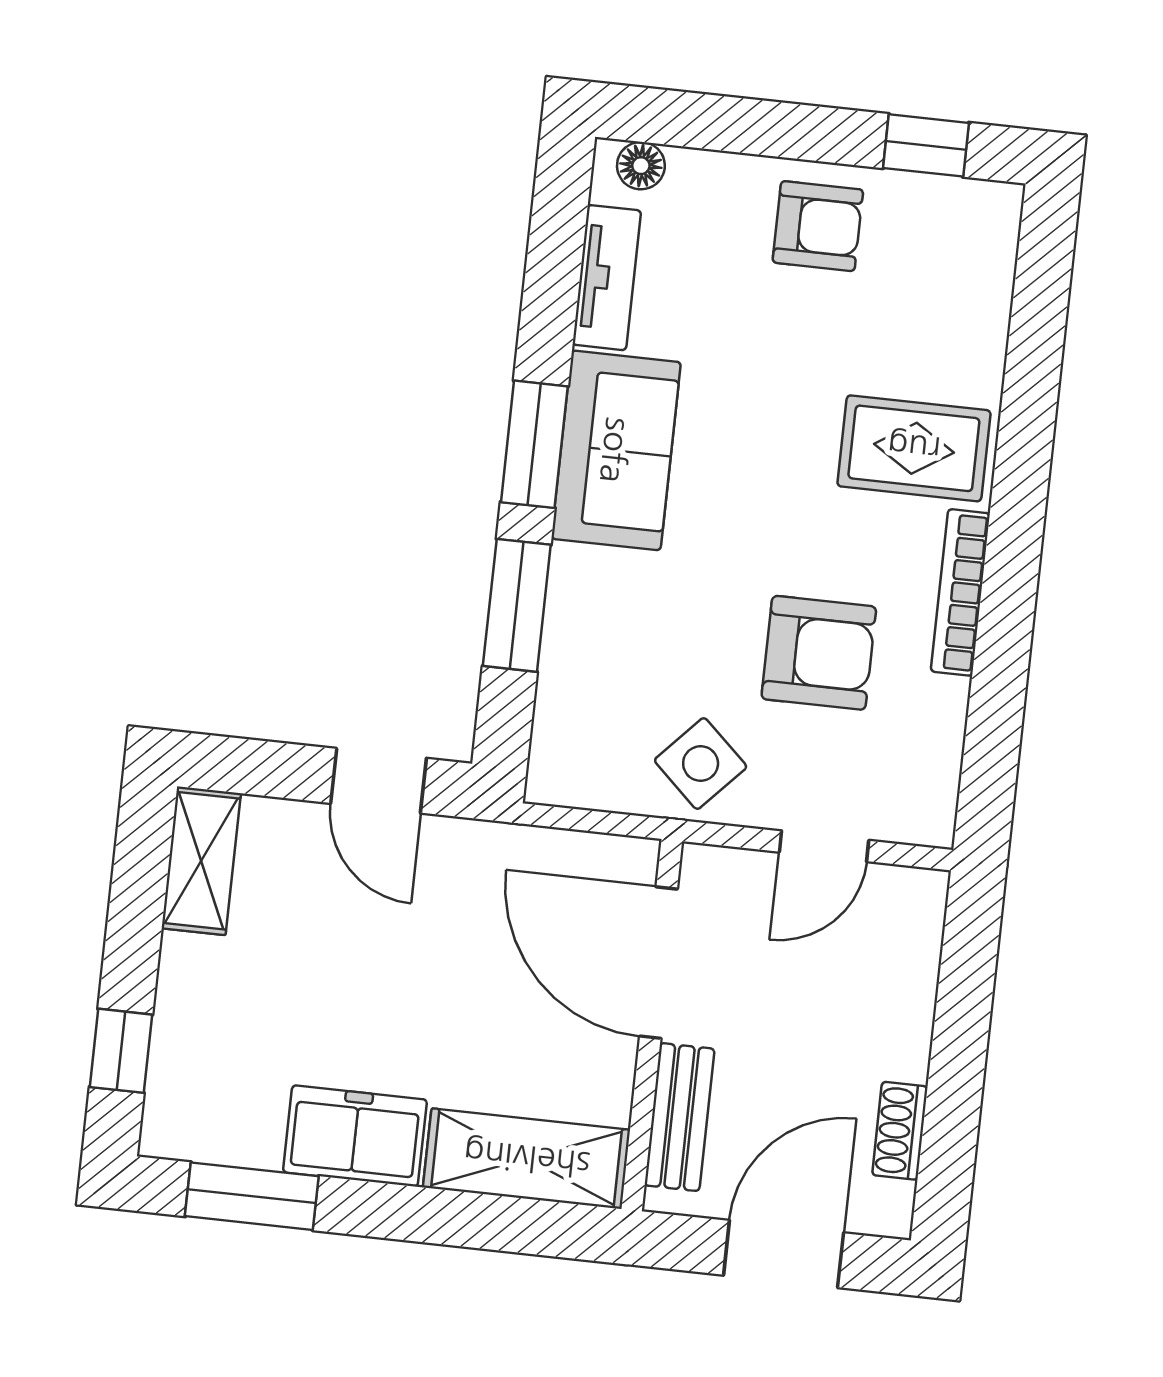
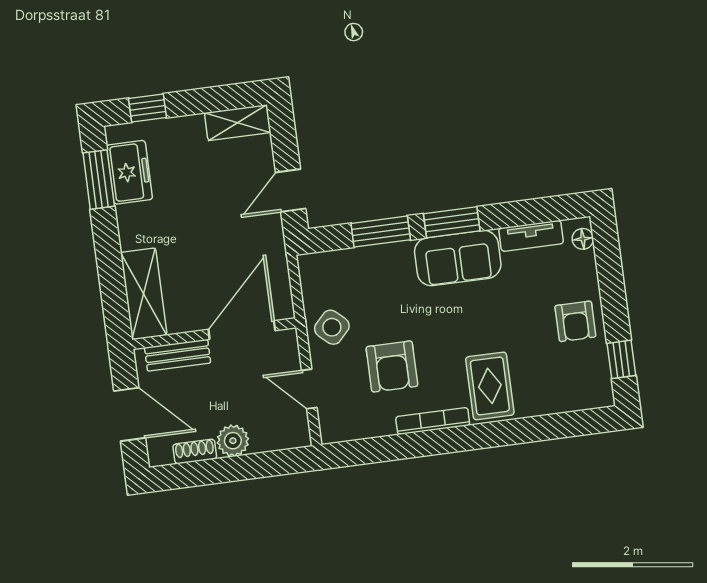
plant: (897, 1041) -> (233, 441), added
freezer: (355, 1136) -> (129, 172), moved

